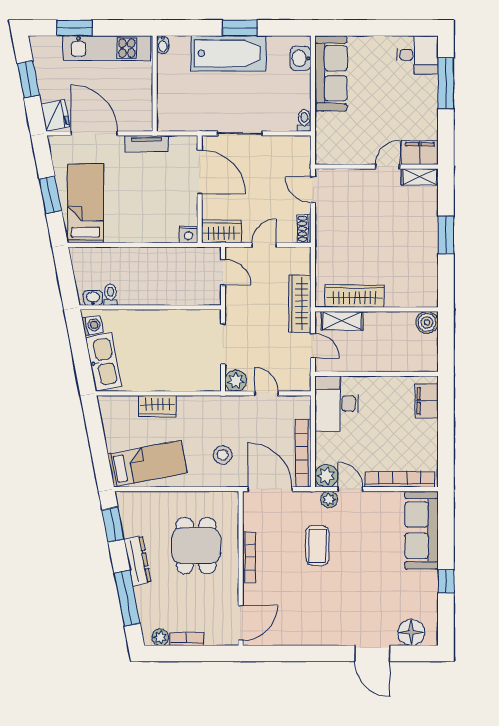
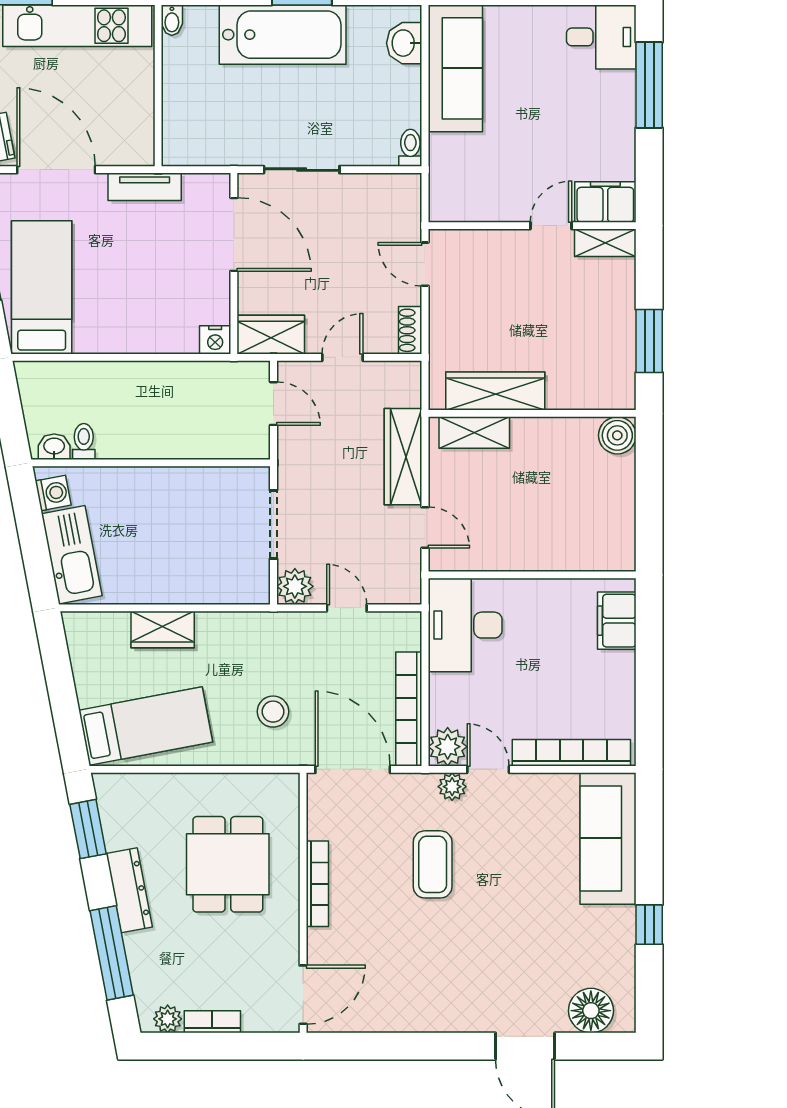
wardrobe: (355, 296) -> (495, 391), moved
wall: (376, 309) -> (532, 413), moved
shelving: (342, 321) -> (474, 433), moved
boiler: (427, 322) -> (617, 435), moved

